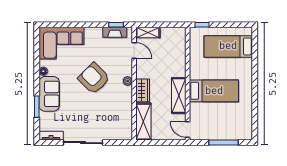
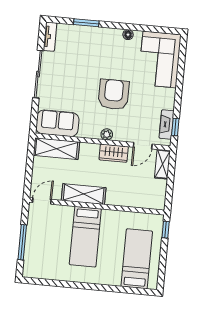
armchair: (94, 78) -> (114, 94), turned -45
wardrobe: (143, 90) -> (114, 153), moved
sofa: (49, 94) -> (57, 123), moved, turned 180

